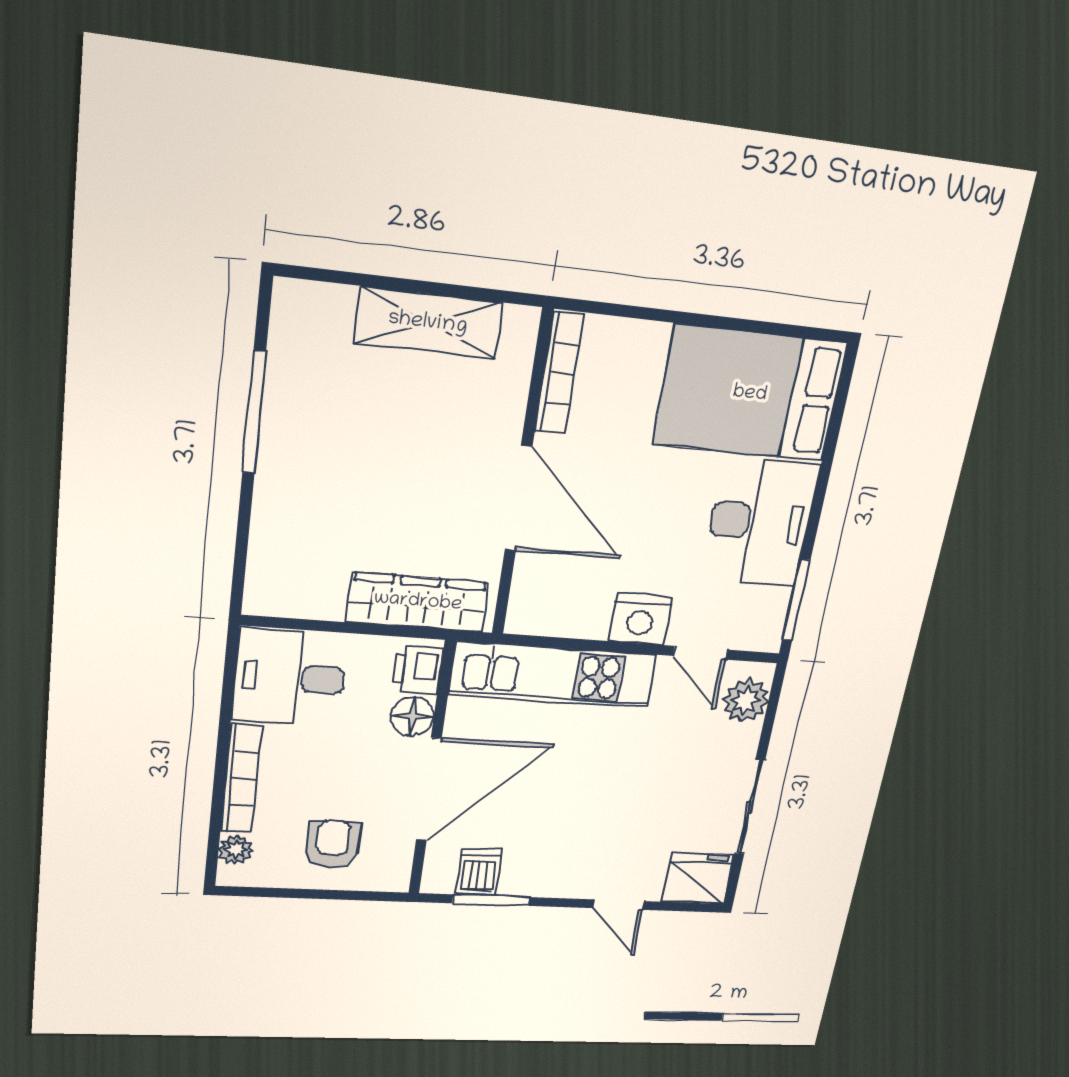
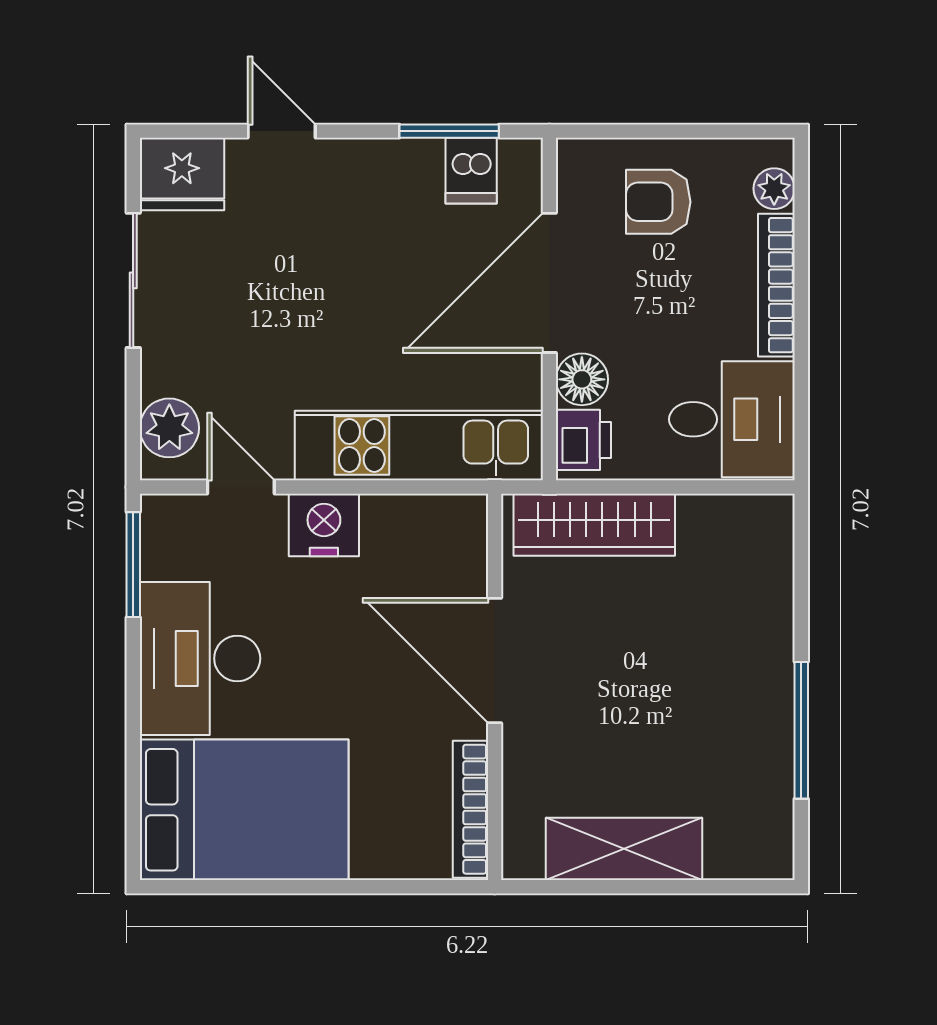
armchair: (333, 844) -> (658, 202), turned 90

